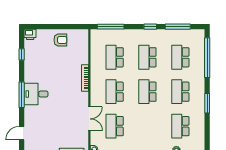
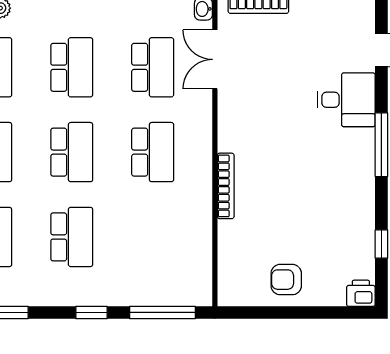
window: (150, 27) -> (91, 312), moved
school desk: (115, 57) -> (72, 67), moved
desk: (36, 94) -> (346, 100), moved
double door: (89, 119) -> (215, 59), moved

